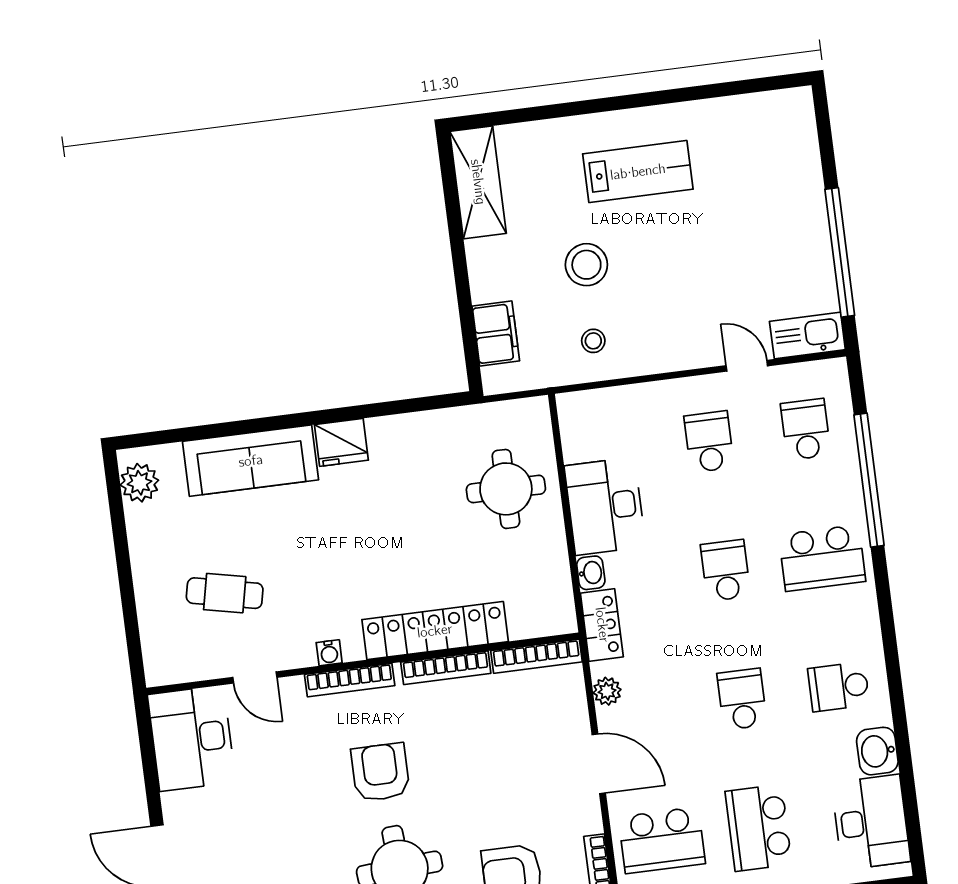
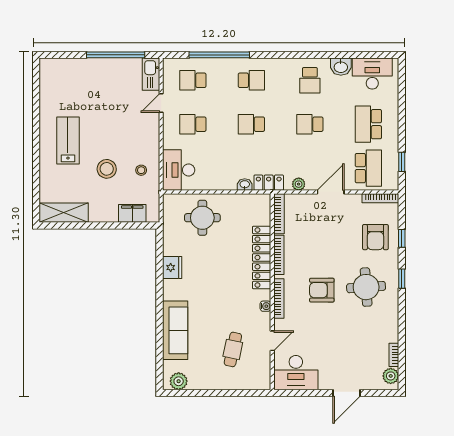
fridge: (341, 442) -> (172, 268), moved
desk: (605, 506) -> (179, 170), moved, turned 90
school desk: (822, 558) -> (251, 80), width x0.54
school desk: (758, 828) -> (368, 124), turned 90

